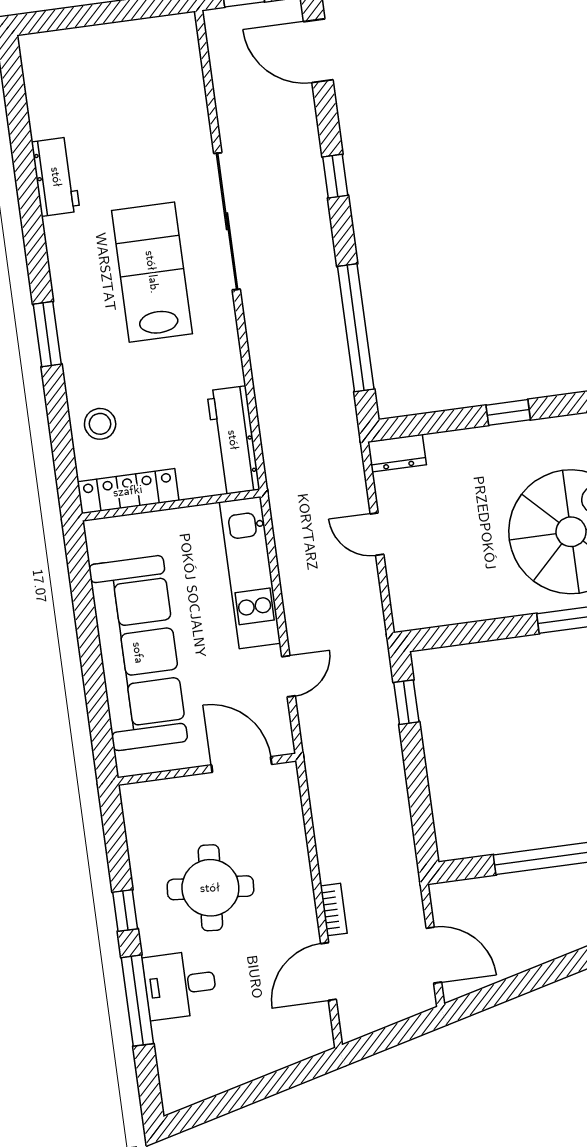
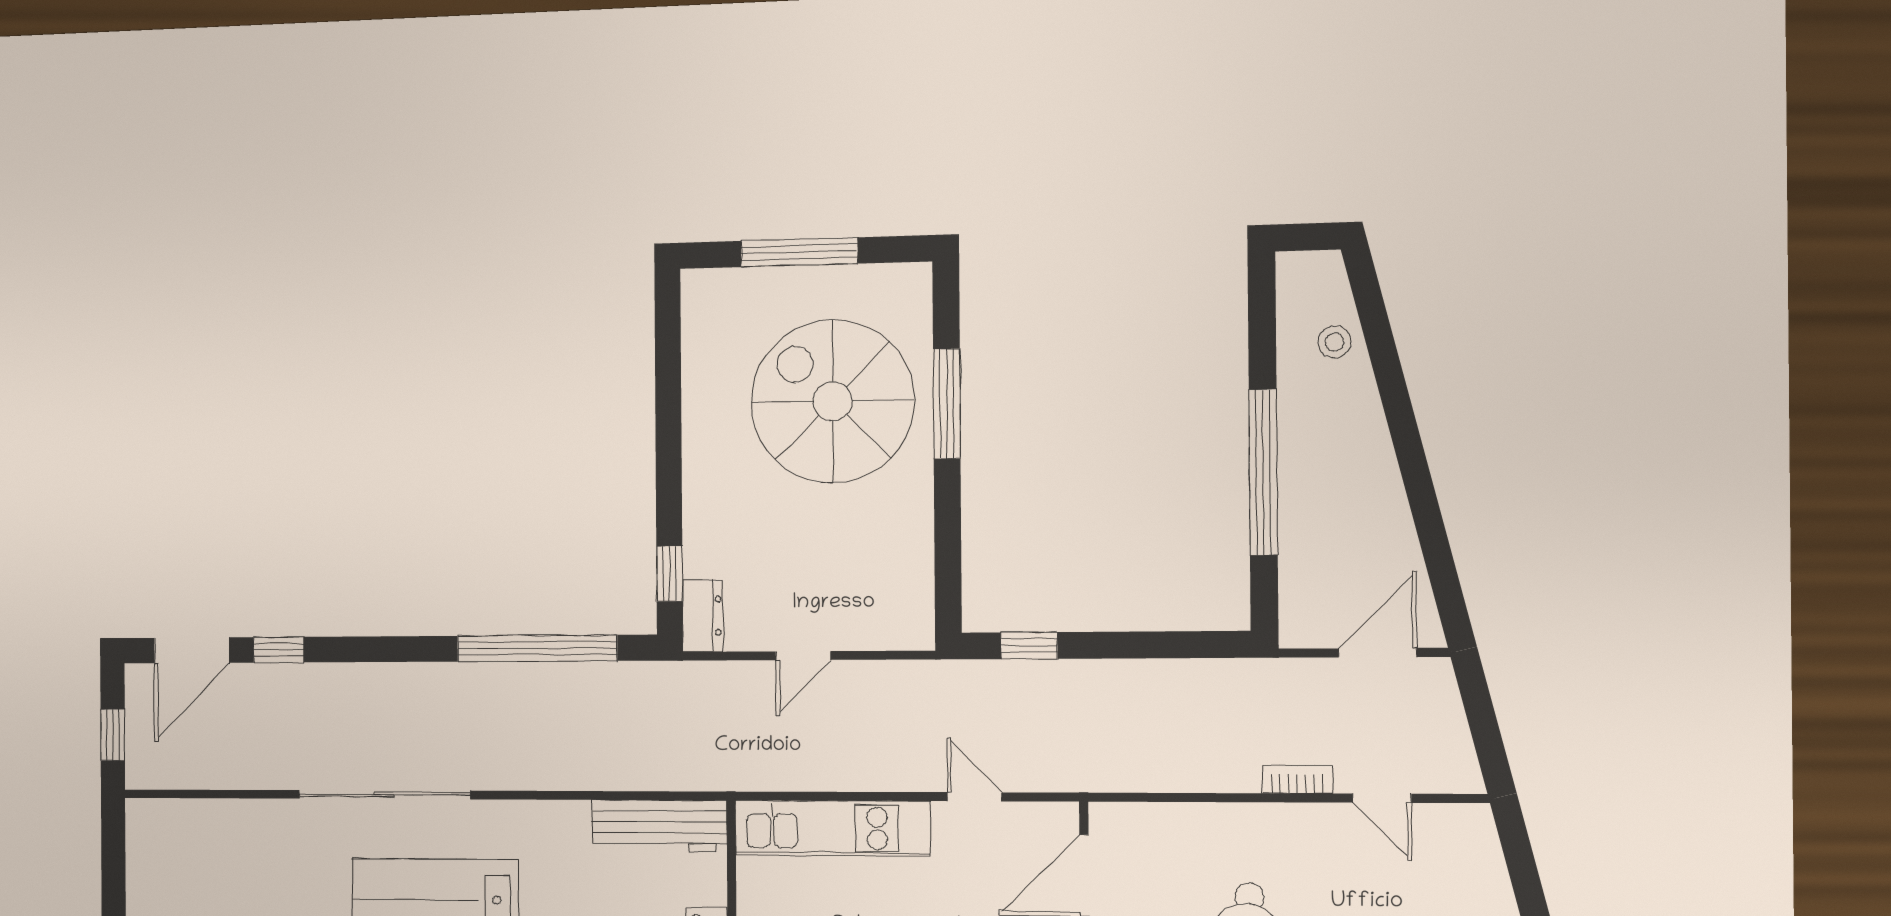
window: (335, 176) -> (279, 650), moved
window: (508, 412) -> (669, 574), moved
door: (328, 972) -> (1382, 798), width x0.73

